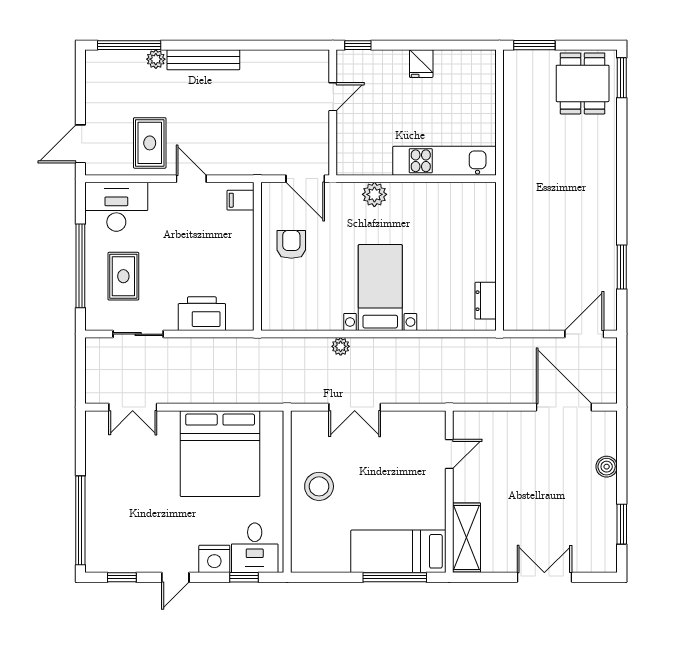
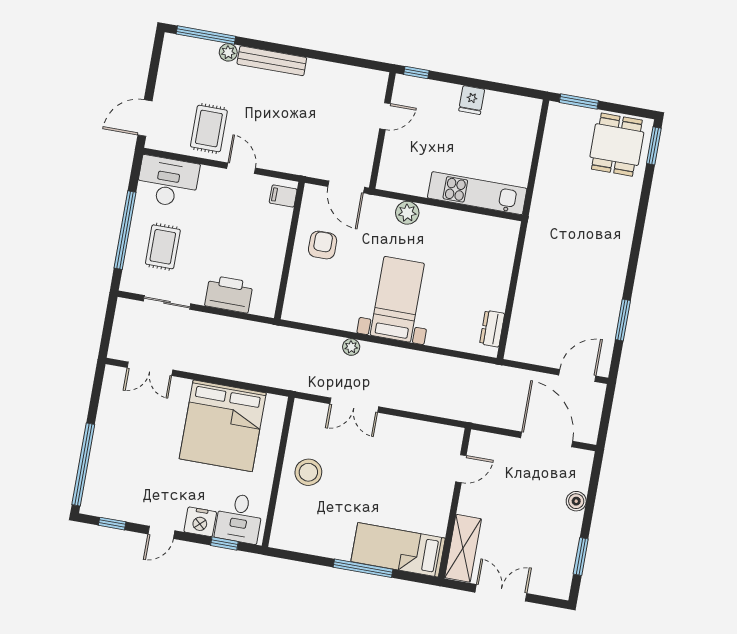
door: (449, 454) -> (461, 469), moved
wall: (449, 492) -> (455, 503), moved
shelving: (467, 537) -> (463, 548), moved
bed: (398, 551) -> (398, 550), moved

